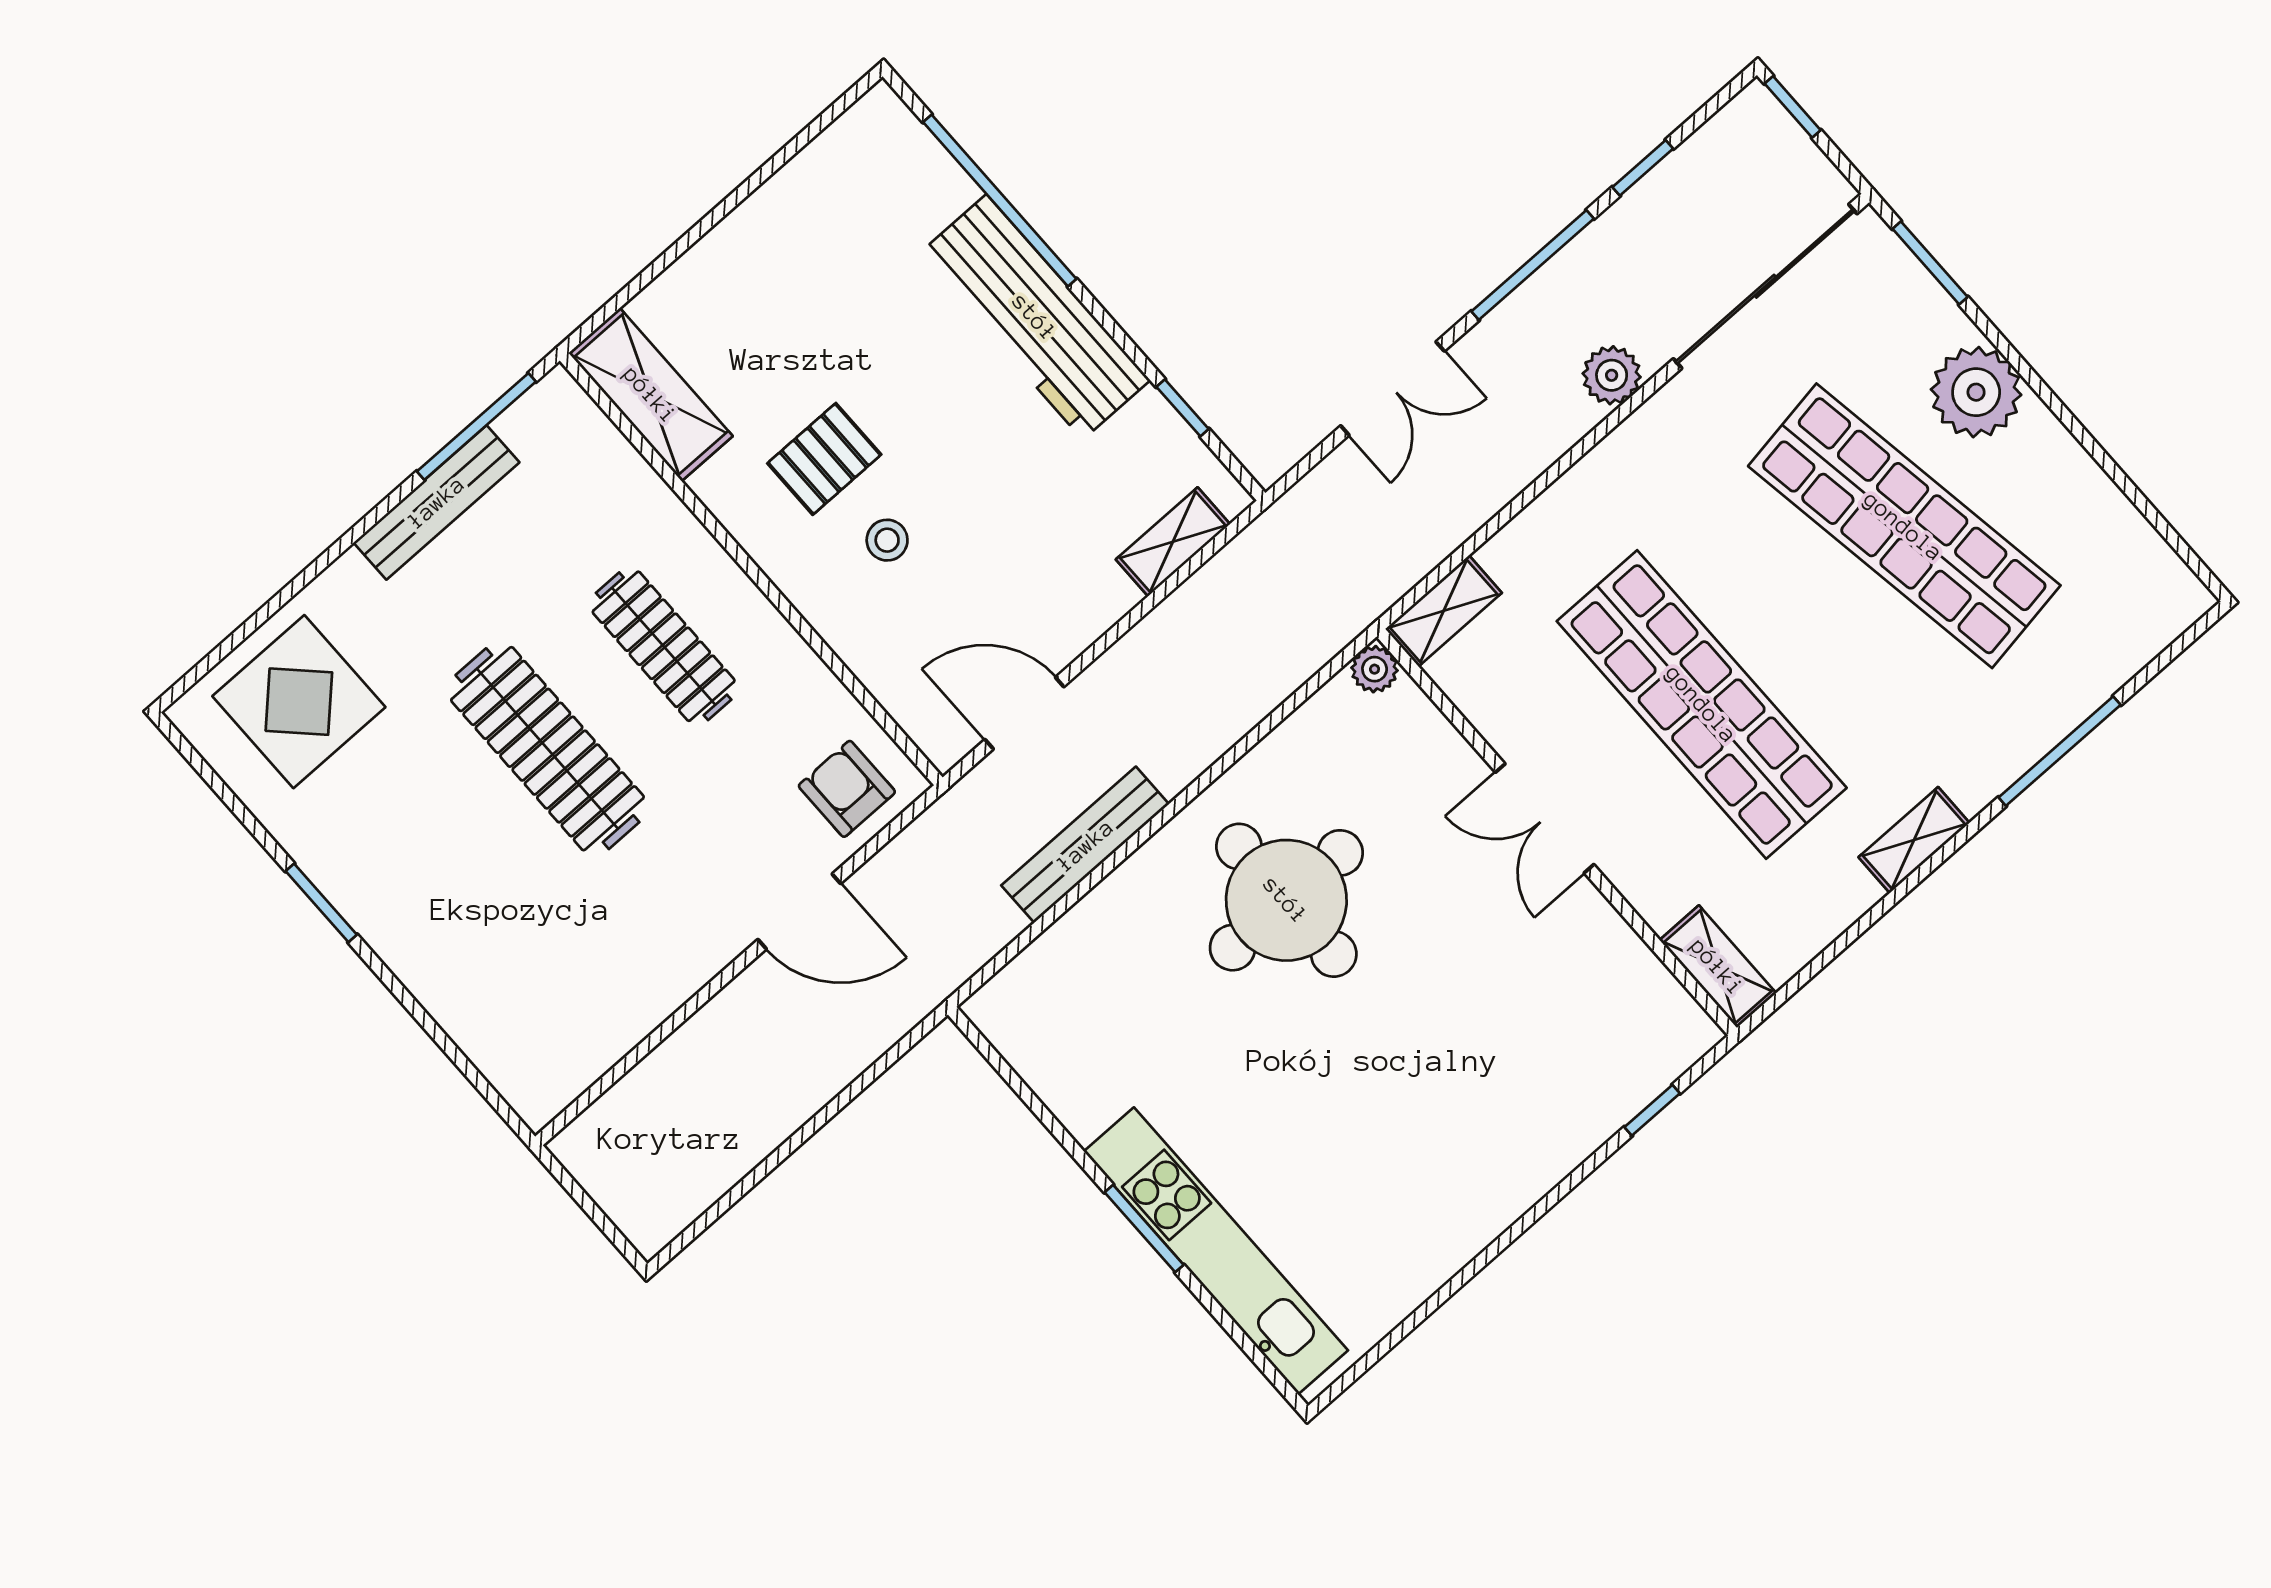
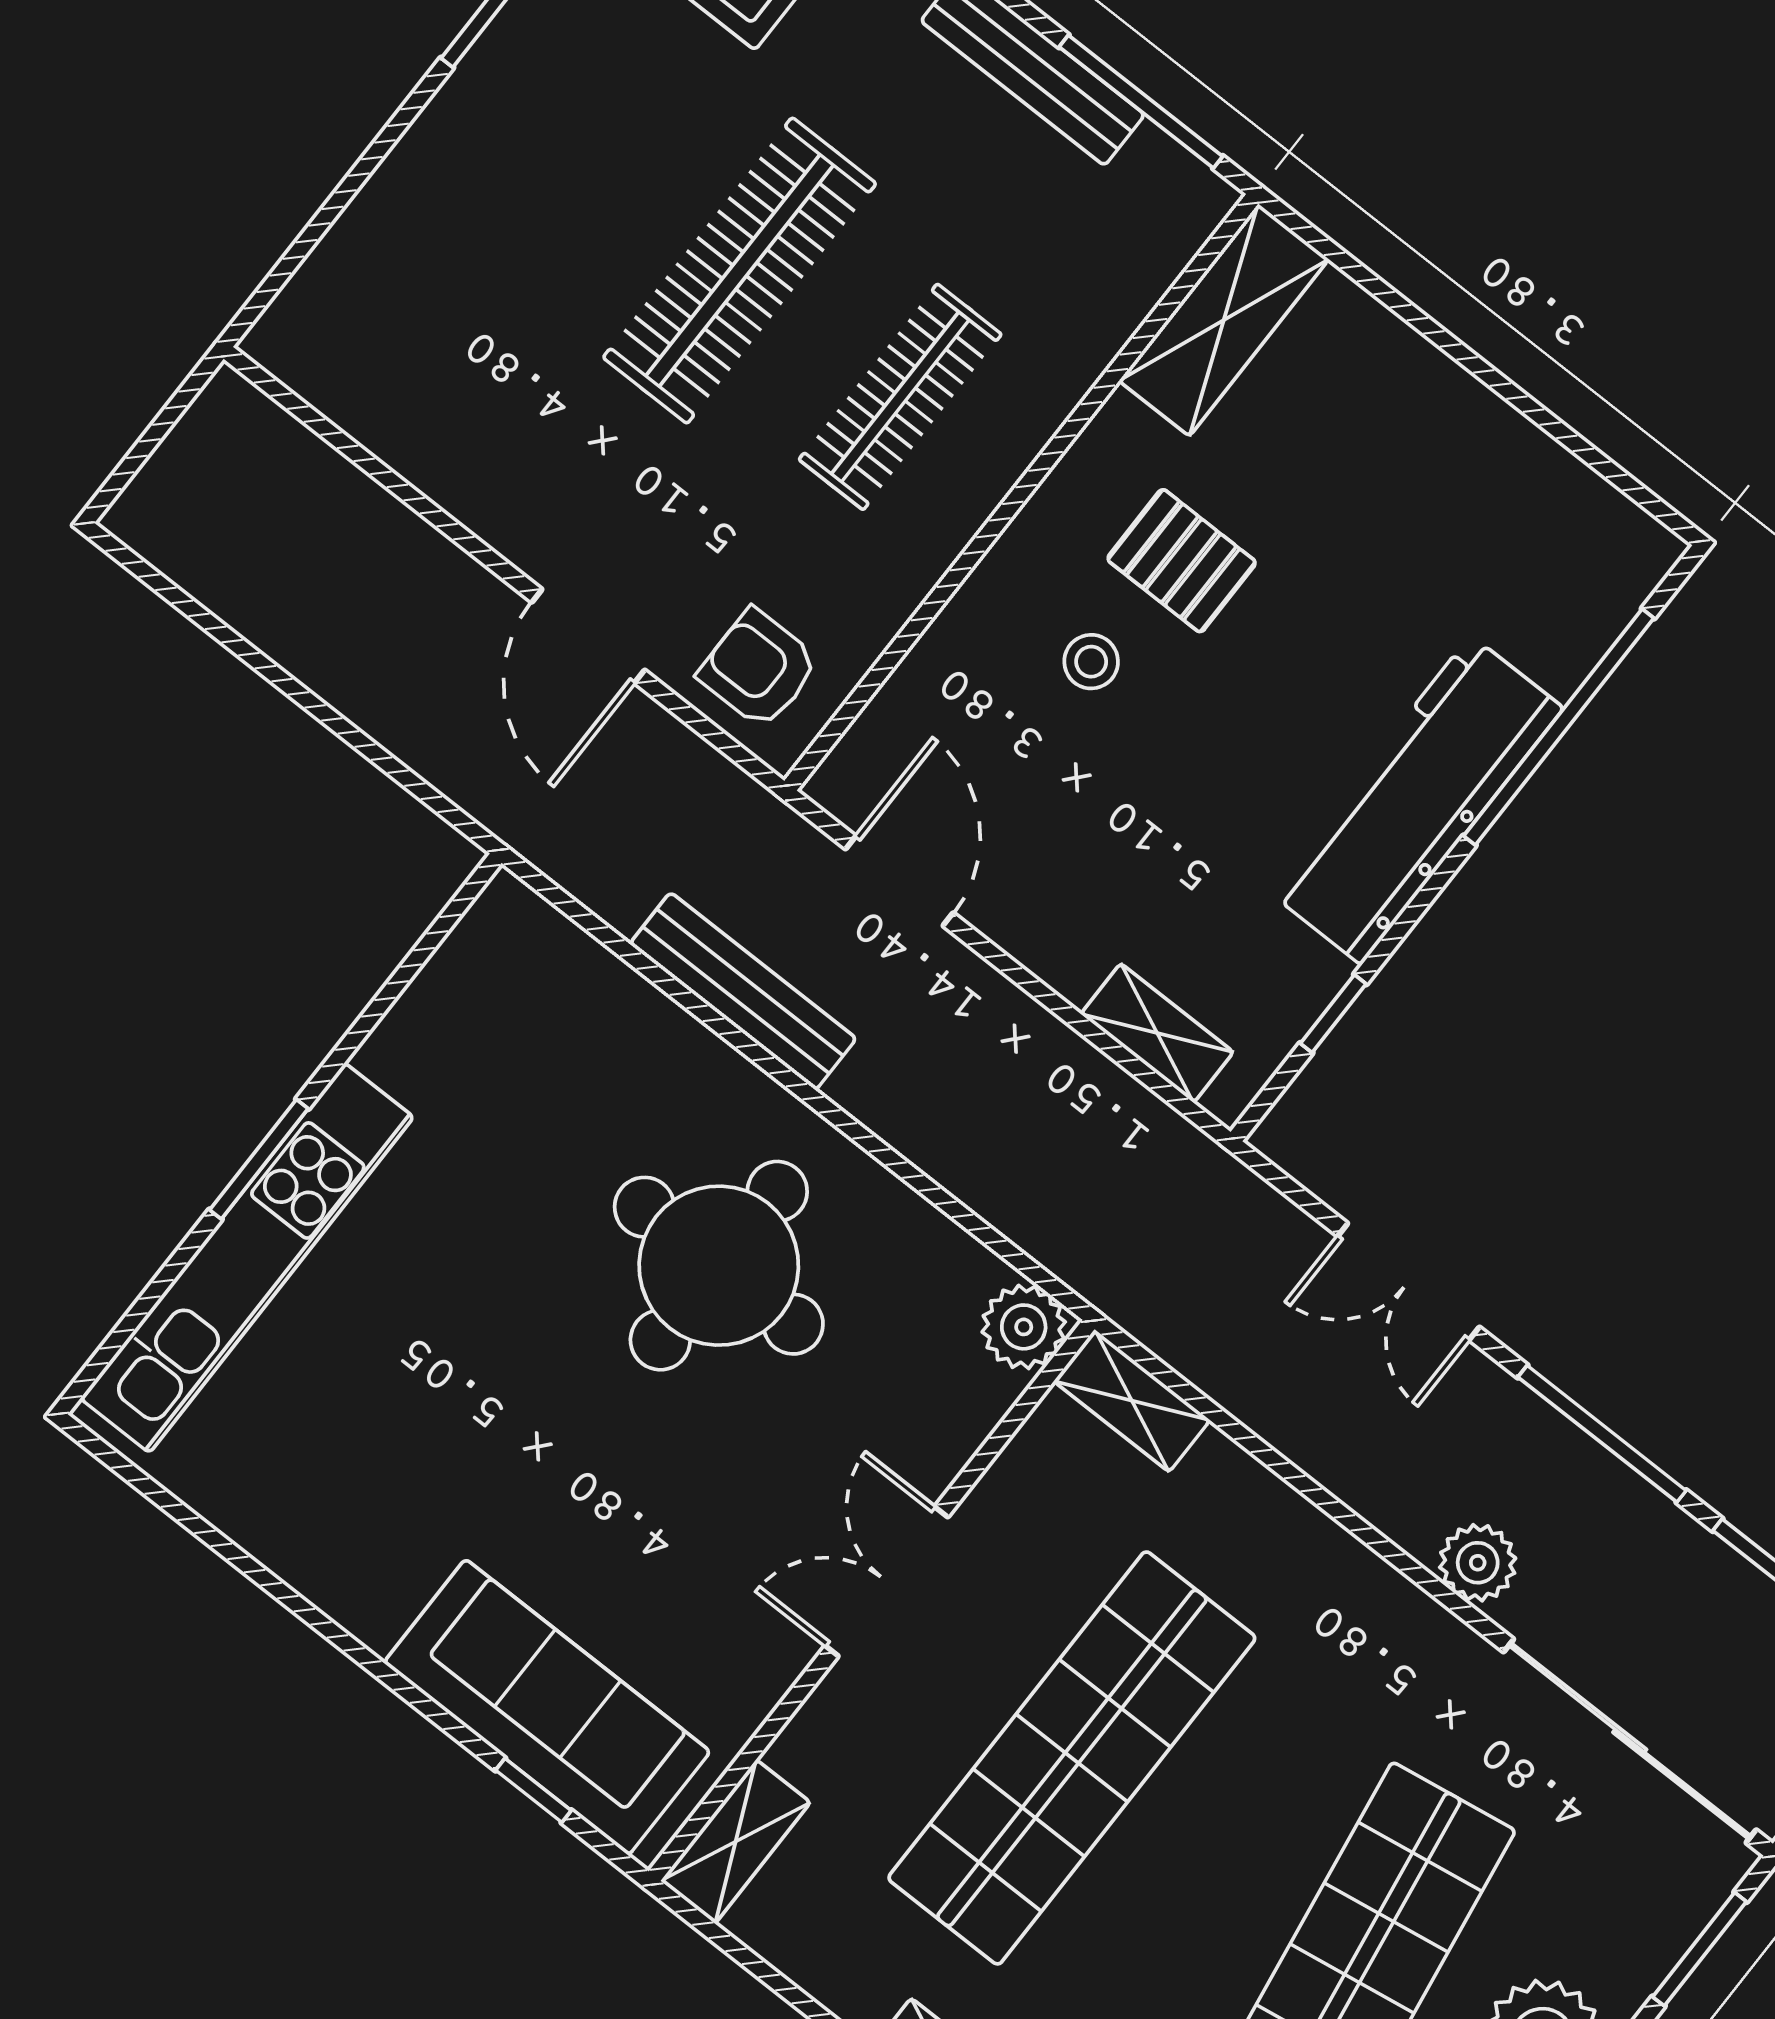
plant: (1375, 669) -> (1024, 1327), width x1.38, depth x1.38
armchair: (847, 789) -> (759, 669), turned -90
sofa: (1592, 1089) -> (547, 1707), added

